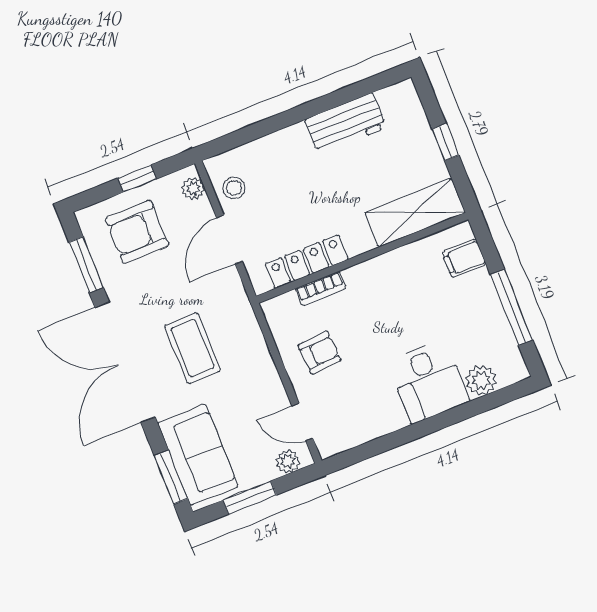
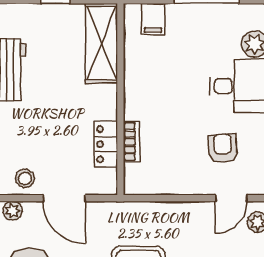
locker: (307, 262) -> (106, 144), width x0.66
armchair: (320, 353) -> (223, 148), moved

